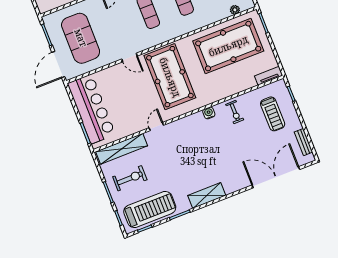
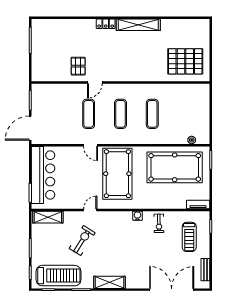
exercise mat: (81, 38) -> (89, 114), moved, width x0.50, depth x0.69
shelving: (122, 149) -> (48, 217), width x0.68
exercise bike: (130, 178) -> (82, 241), moved, turned -58

